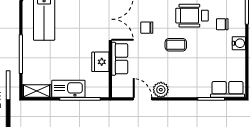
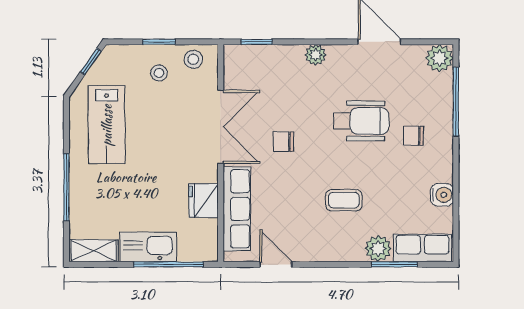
wheelchair: (192, 16) -> (361, 121), turned 180
water cooler: (239, 43) -> (442, 195), moved
coffee table: (176, 45) -> (344, 200), moved
row of seats: (120, 59) -> (237, 209), width x1.48
plant: (161, 90) -> (378, 249), moved

